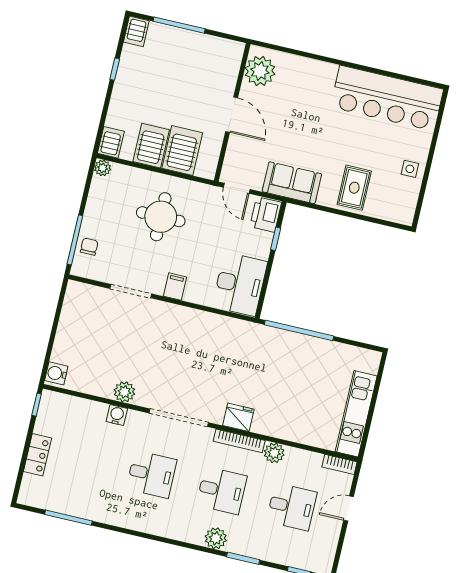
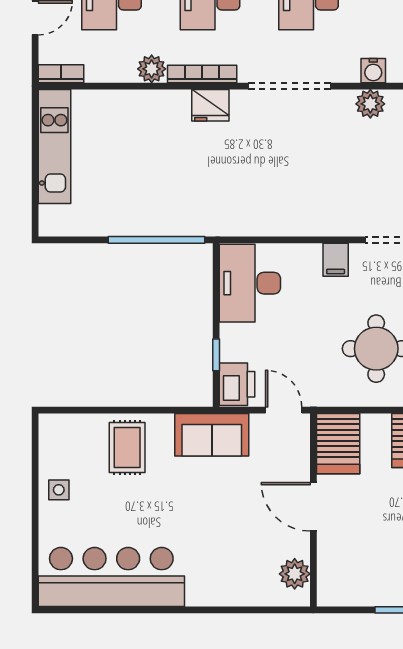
plant: (260, 71) -> (295, 574), width x0.73, depth x0.73
server rack: (182, 151) -> (338, 444), moved

